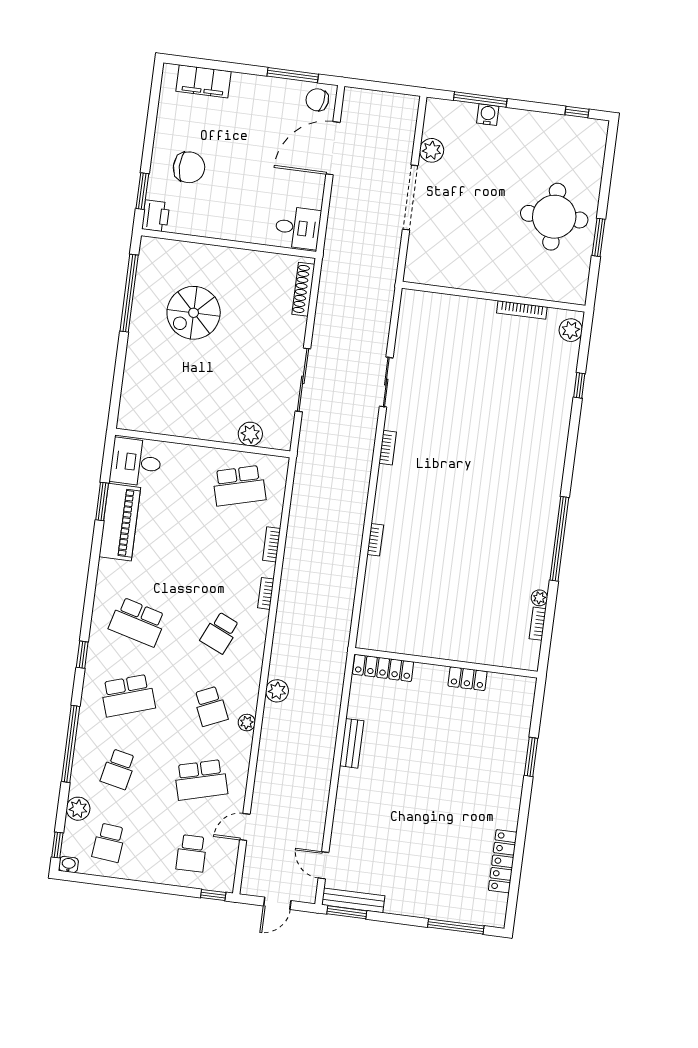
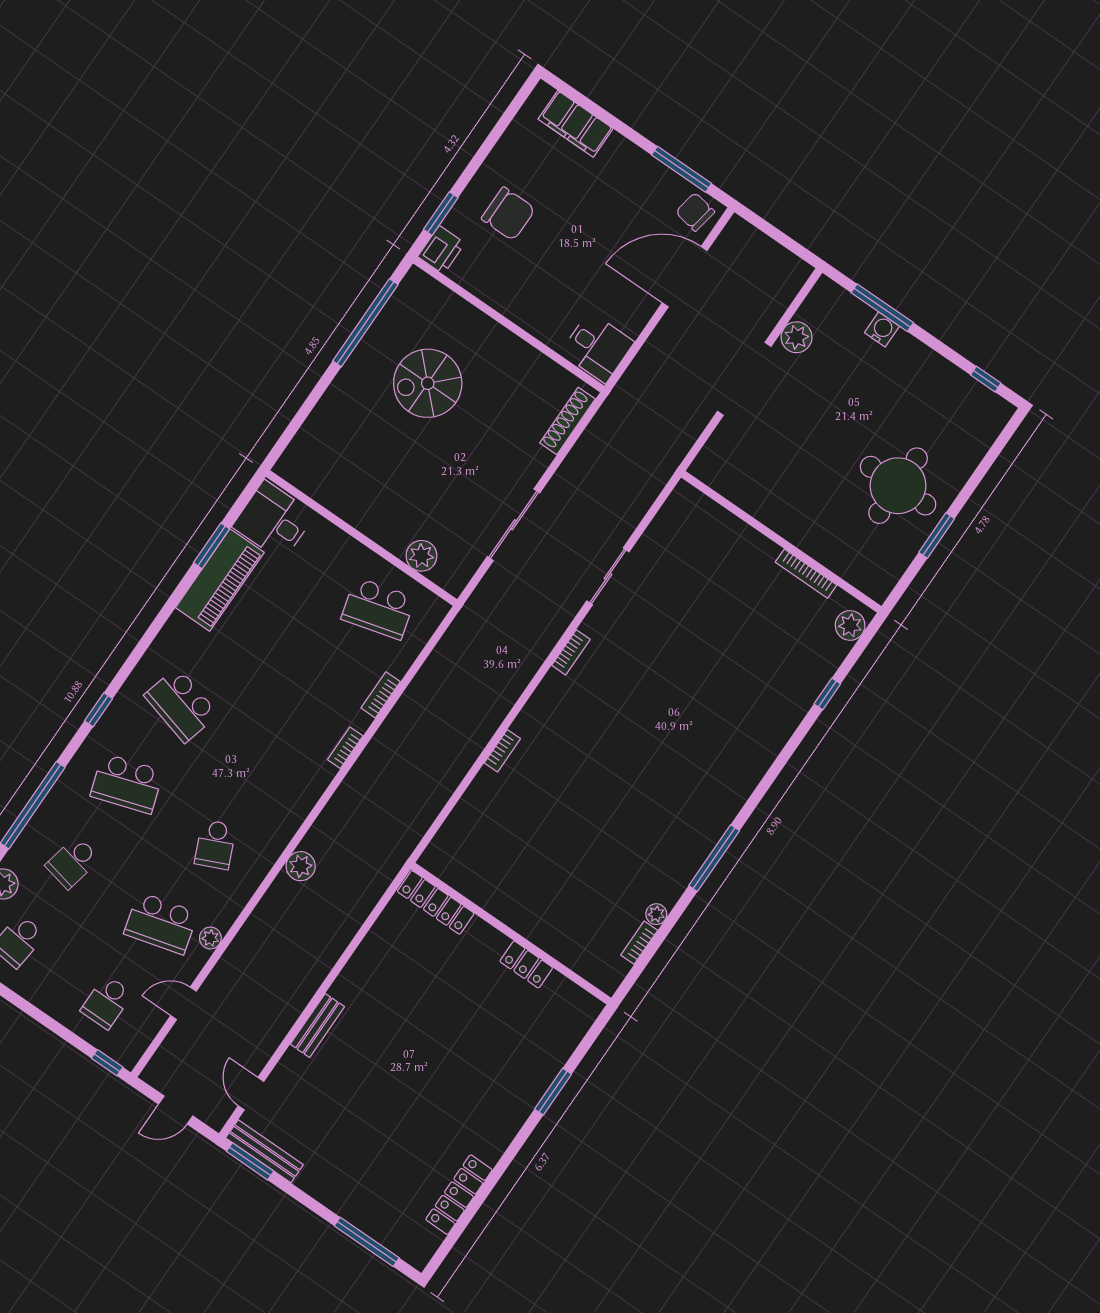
window: (559, 539) -> (714, 858), width x0.68
school desk: (220, 633) -> (270, 766), removed
plant: (247, 723) -> (210, 938), moved
bench: (352, 743) -> (317, 1025), moved

